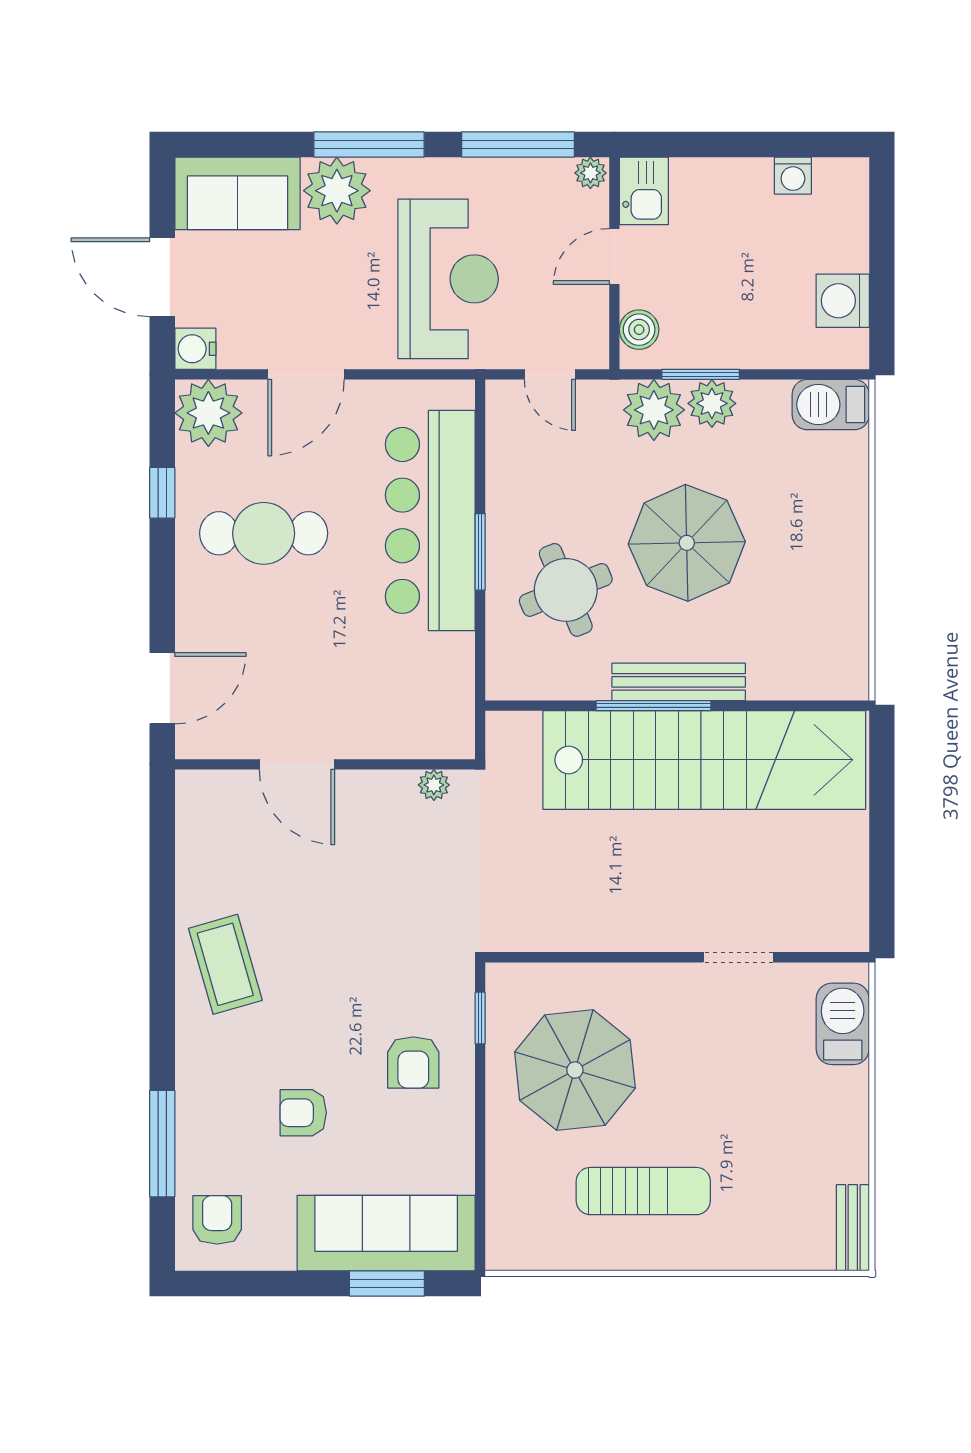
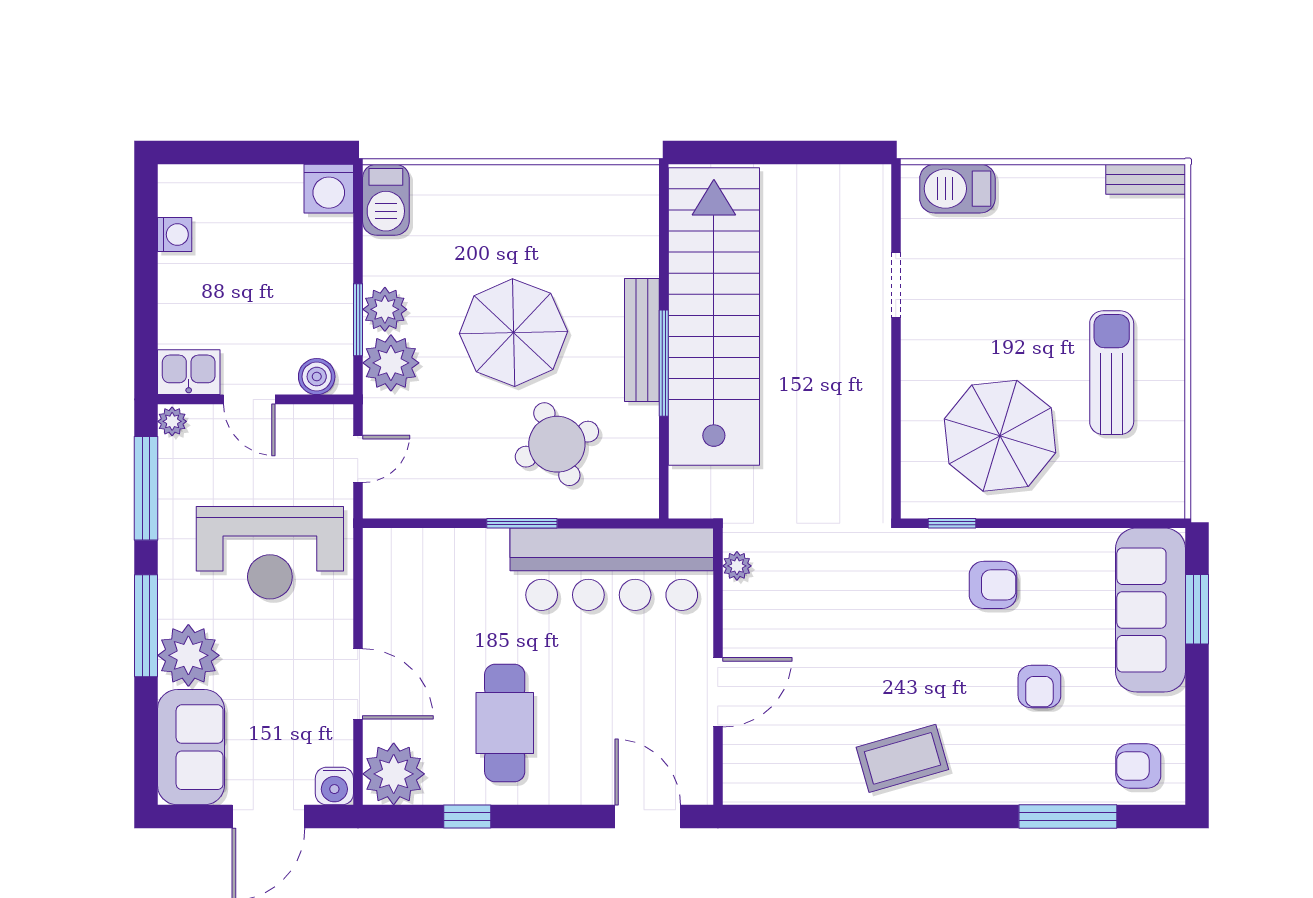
reception desk: (448, 279) -> (270, 553), turned 180
washing machine: (843, 301) -> (329, 189), moved
bar counter: (430, 520) -> (612, 569), moved

